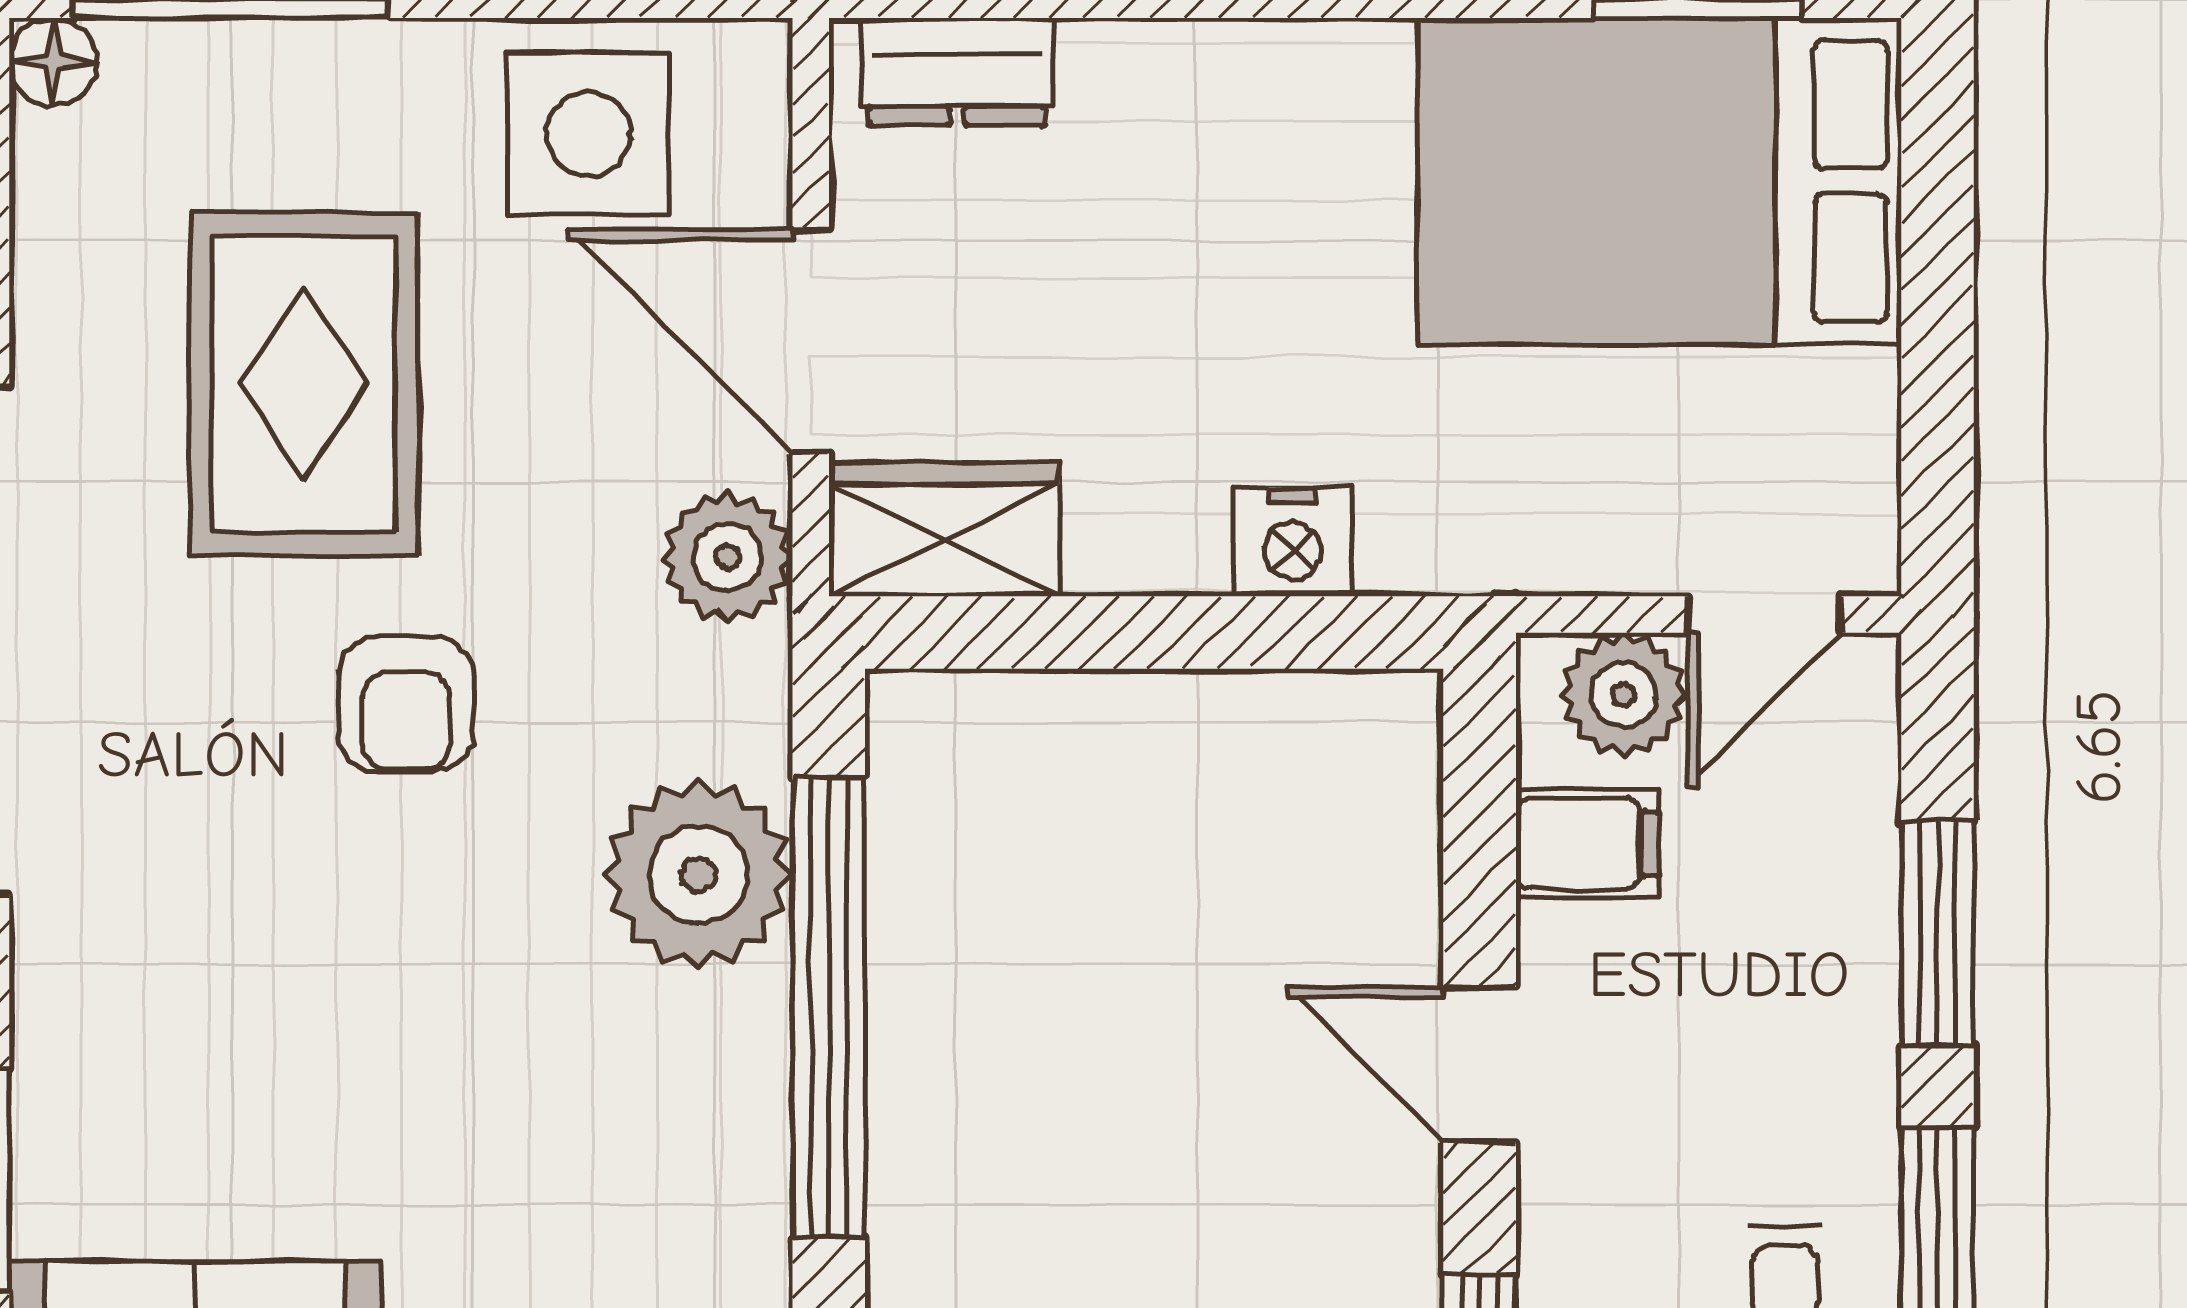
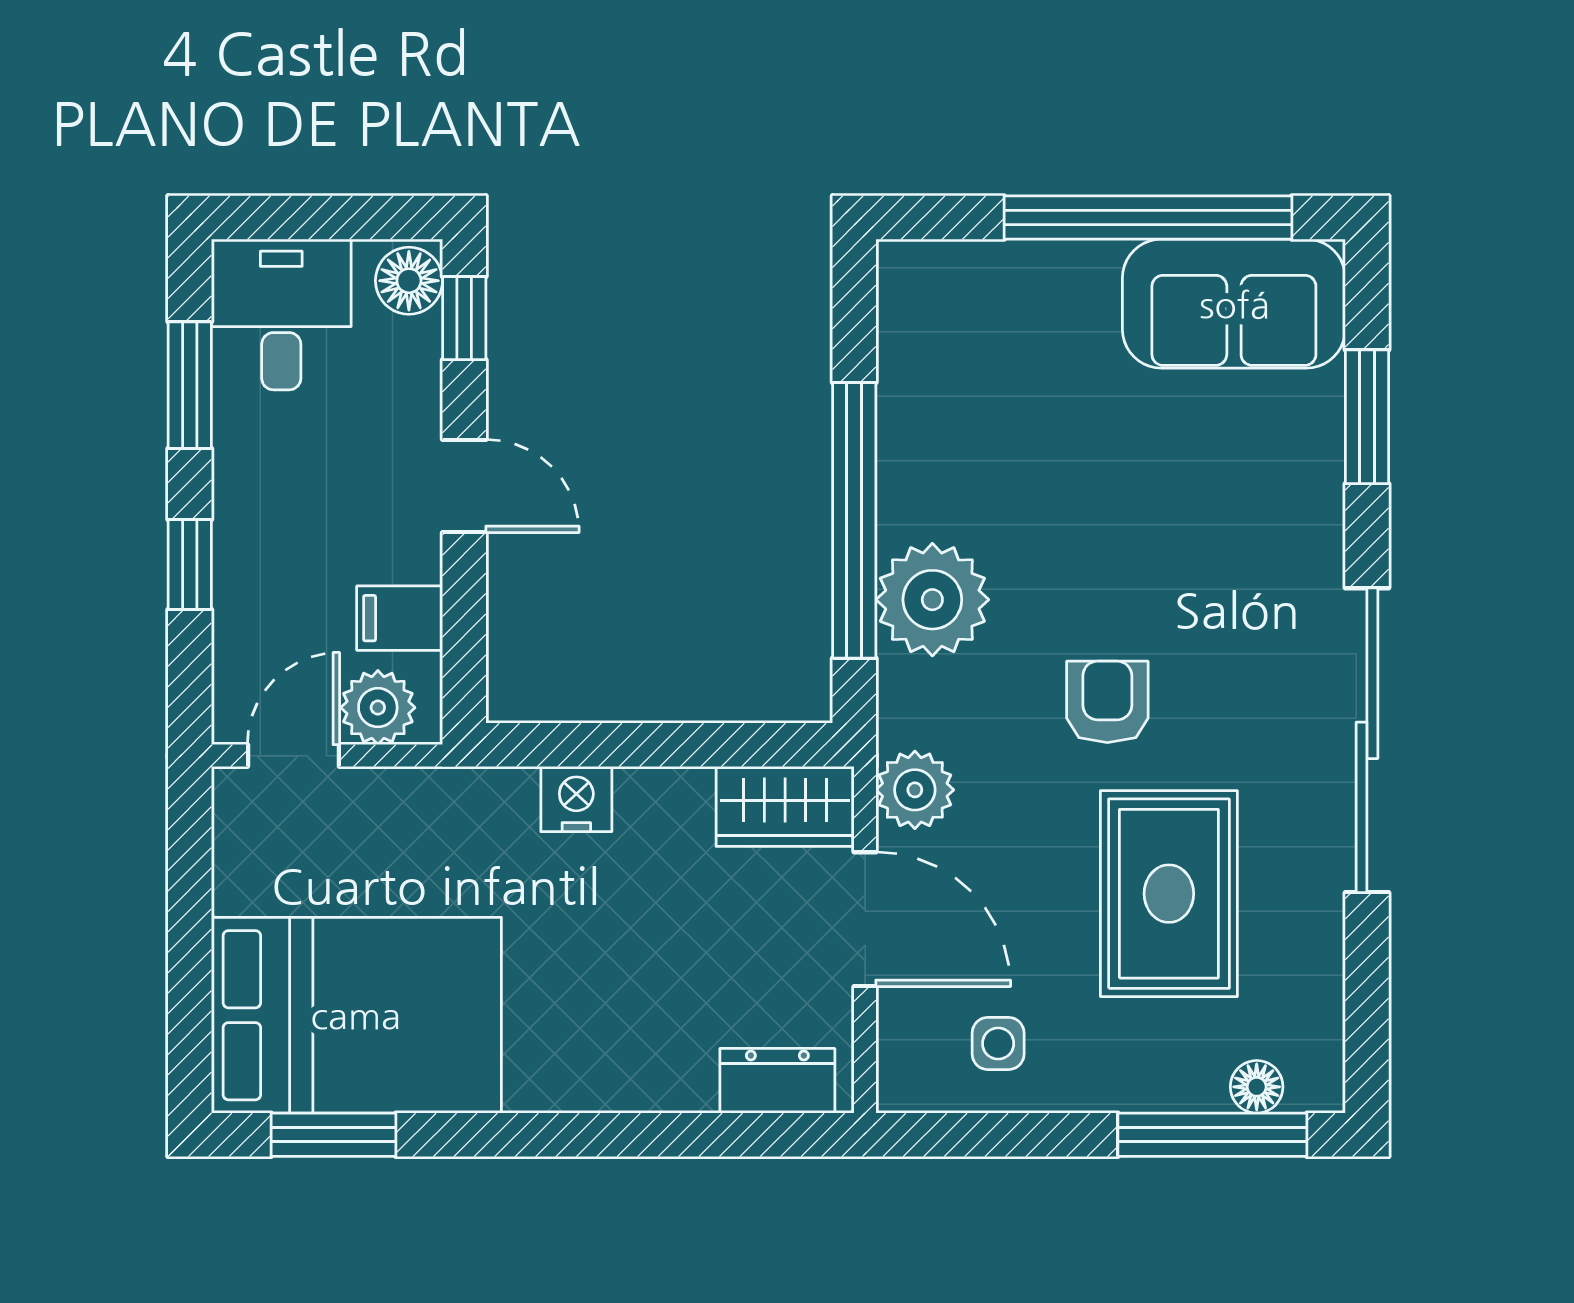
floor lamp: (53, 62) -> (1257, 1087), moved
side table: (589, 134) -> (998, 1043), width x0.54, depth x0.54
window: (1938, 933) -> (190, 565), width x0.67

